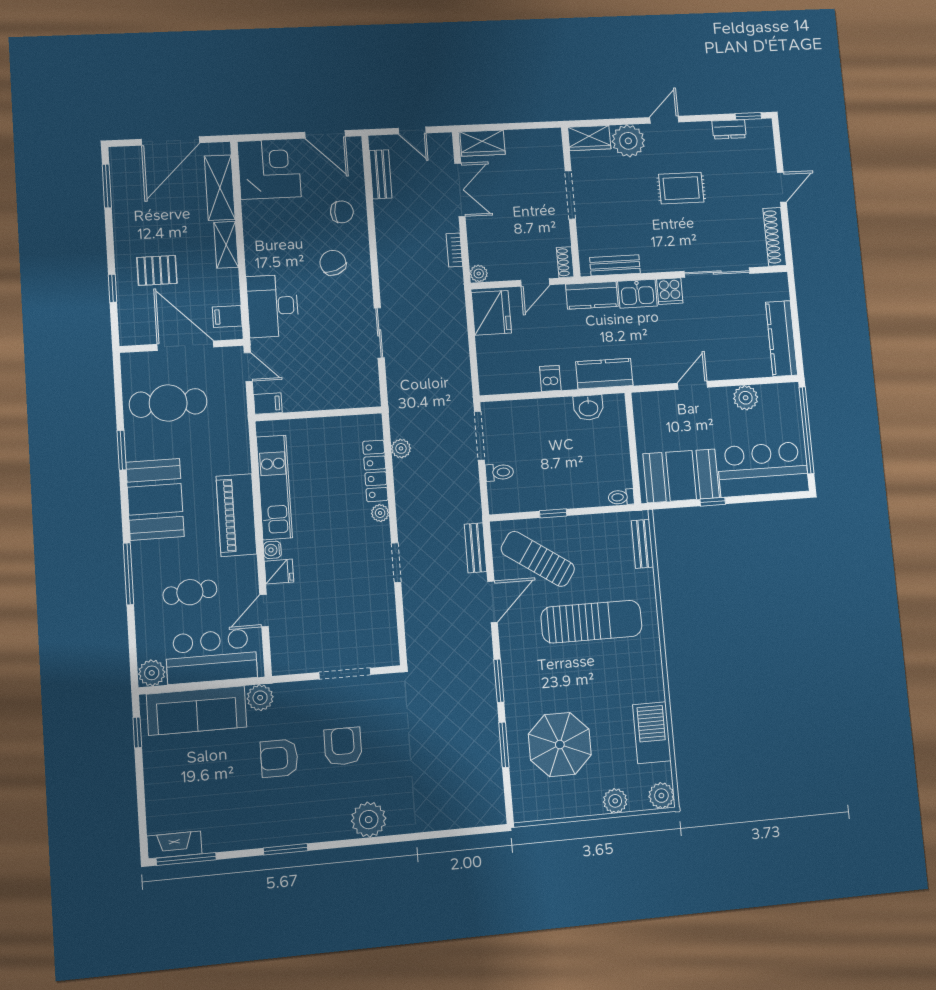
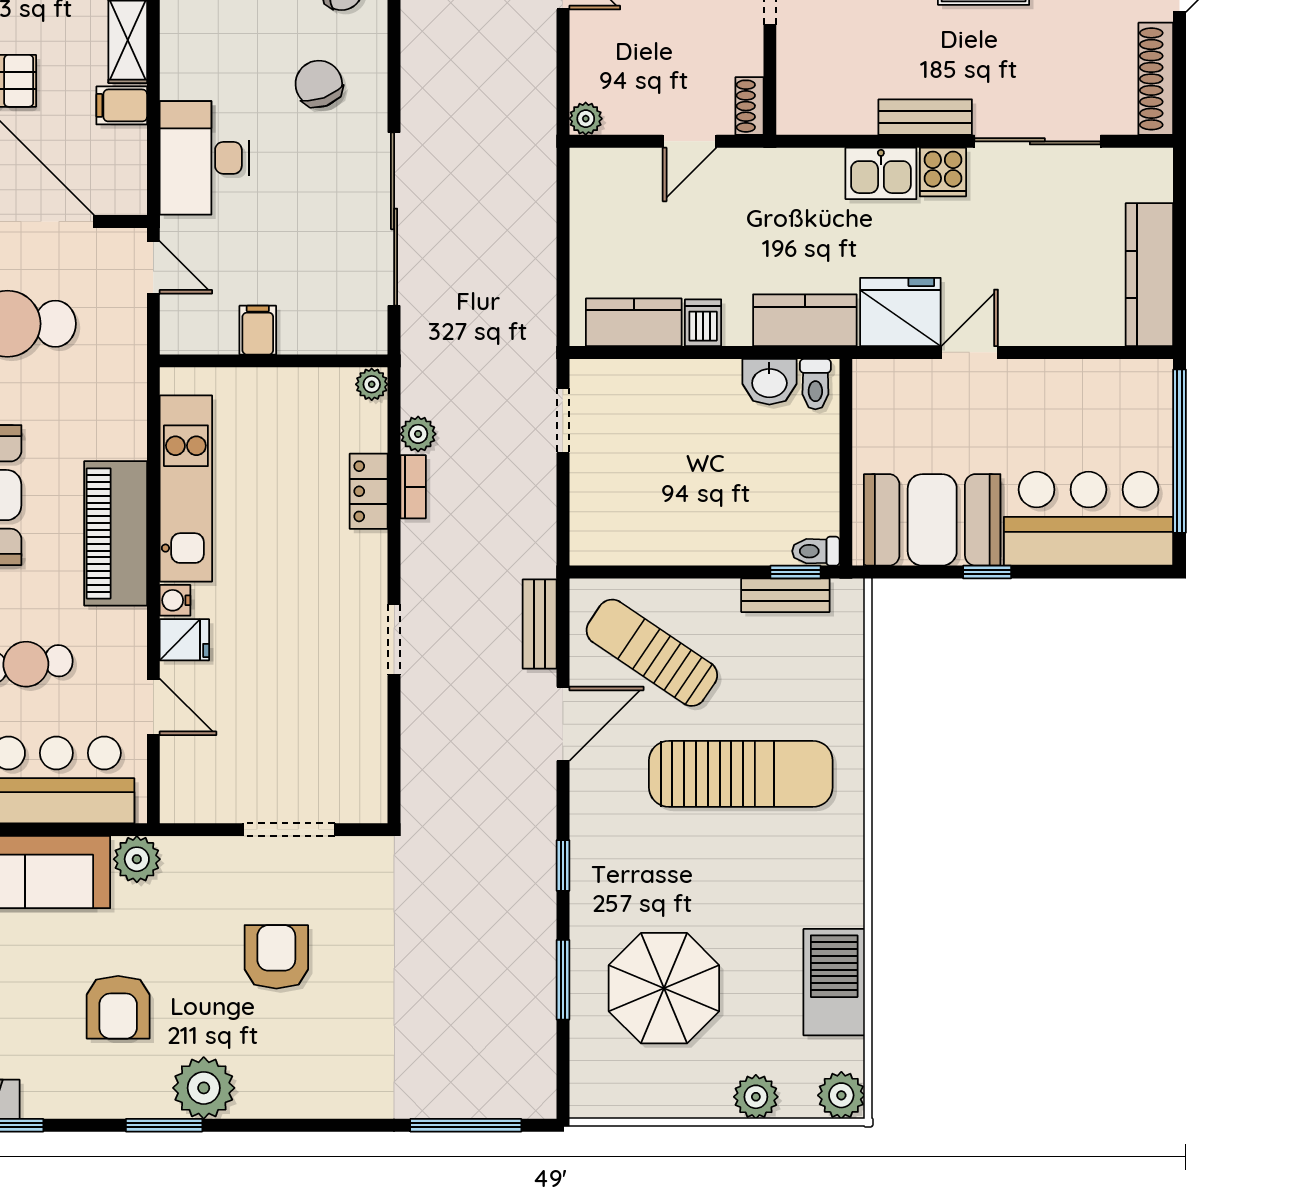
bookcase: (454, 250) -> (413, 487), moved, turned 180
bench: (615, 265) -> (925, 117), moved
kitchen counter: (592, 295) -> (634, 322), moved, turned 180
fridge: (491, 313) -> (900, 312), moved, turned -90
filing cabinet: (227, 317) -> (122, 105), moved
sliding door: (379, 333) -> (394, 219), width x1.86
plant: (746, 398) -> (1069, 382), removed
filing cabinet: (268, 404) -> (258, 330), moved, turned -90
doorway: (479, 436) -> (563, 420), width x0.73
locker: (375, 471) -> (369, 491), width x0.66
toilet: (500, 472) -> (815, 384), moved, turned 90
plant: (380, 513) -> (372, 384), moved
window: (553, 513) -> (795, 572), moved
bench: (643, 544) -> (785, 595), moved, turned 90
door: (264, 611) -> (153, 707), swing flipped
window: (499, 681) -> (563, 866), width x0.67
armchair: (279, 758) -> (118, 1007), moved, turned -90
plant: (369, 820) -> (204, 1088), moved
window: (456, 833) -> (466, 1125), added

